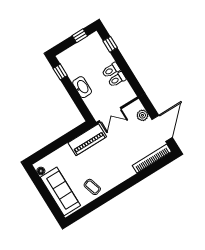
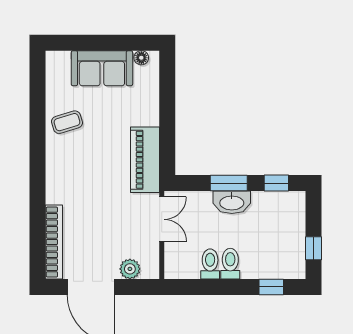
window: (74, 94) -> (229, 183), added
double door: (110, 115) -> (162, 219), swing flipped
sofa: (60, 191) -> (102, 68), width x0.73

